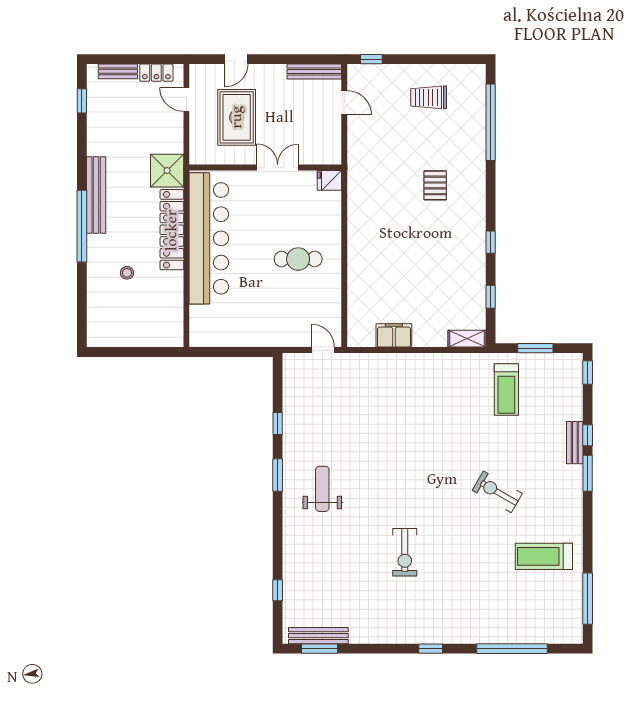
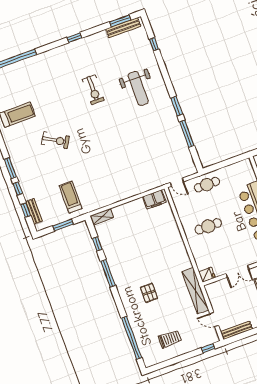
shelving: (358, 161) -> (195, 291), added
window: (491, 242) -> (108, 273), width x2.17
cafe table: (275, 328) -> (207, 185), added
filing cabinet: (394, 335) -> (154, 199), moved
window: (588, 373) -> (26, 210), moved
window: (278, 424) -> (187, 134), width x2.17
bench: (575, 443) -> (34, 211), moved
weight bench: (322, 489) -> (138, 88), moved, width x1.36, depth x1.33
exercise bike: (405, 552) -> (93, 90), turned 180
window: (431, 649) -> (74, 38), moved

